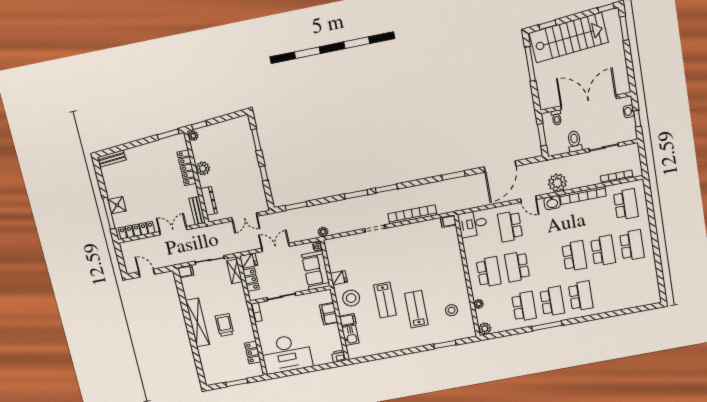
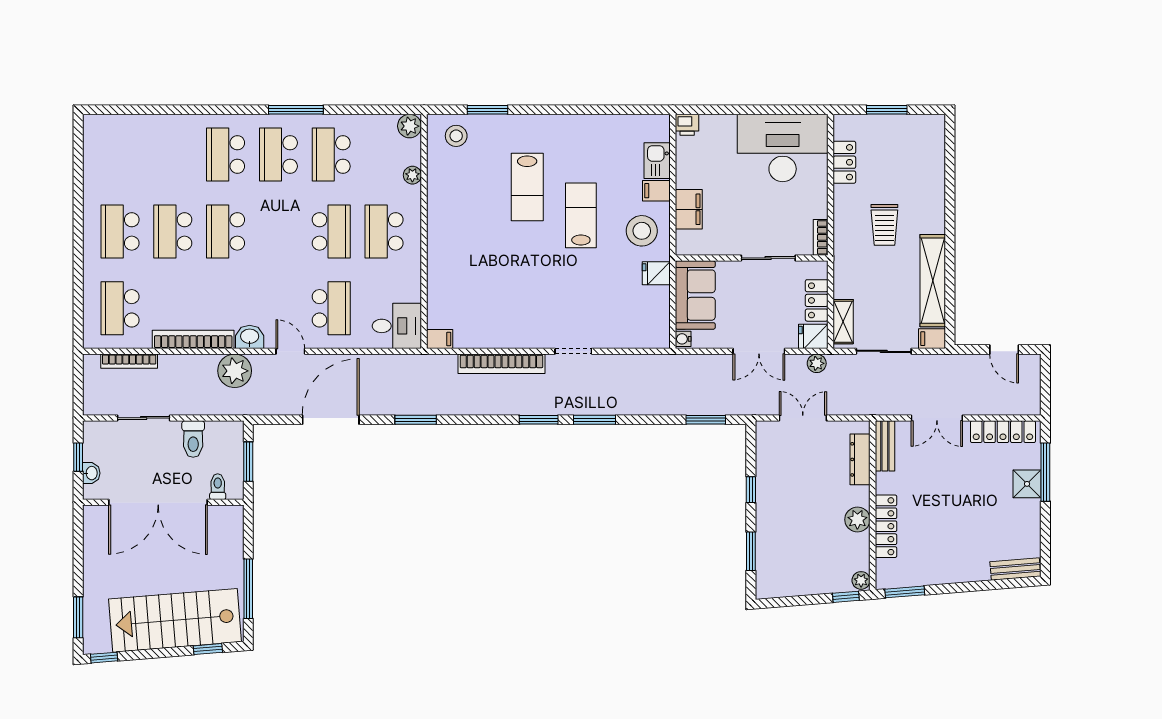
plant: (323, 232) -> (817, 363), moved
stool: (452, 310) -> (456, 136), moved
shelving: (198, 322) -> (933, 281), moved

